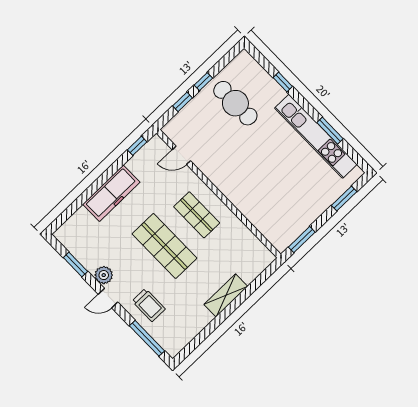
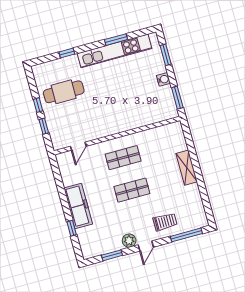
window: (137, 146) -> (72, 228), moved
water cooler: (314, 212) -> (163, 79), added
shop shelf: (164, 246) -> (132, 190), width x0.70, depth x0.74

